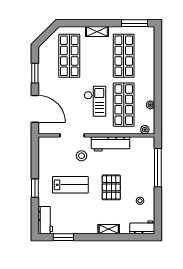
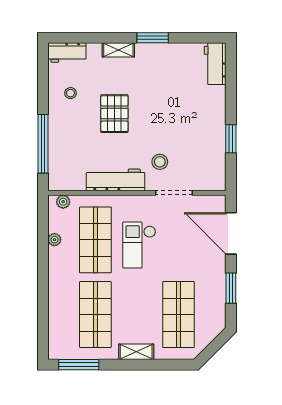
lab bench: (70, 185) -> (177, 118), removed
window: (35, 188) -> (231, 139), moved
window: (63, 237) -> (153, 38), moved

